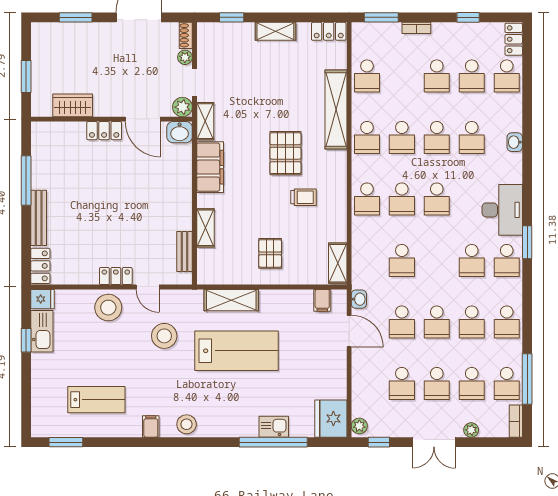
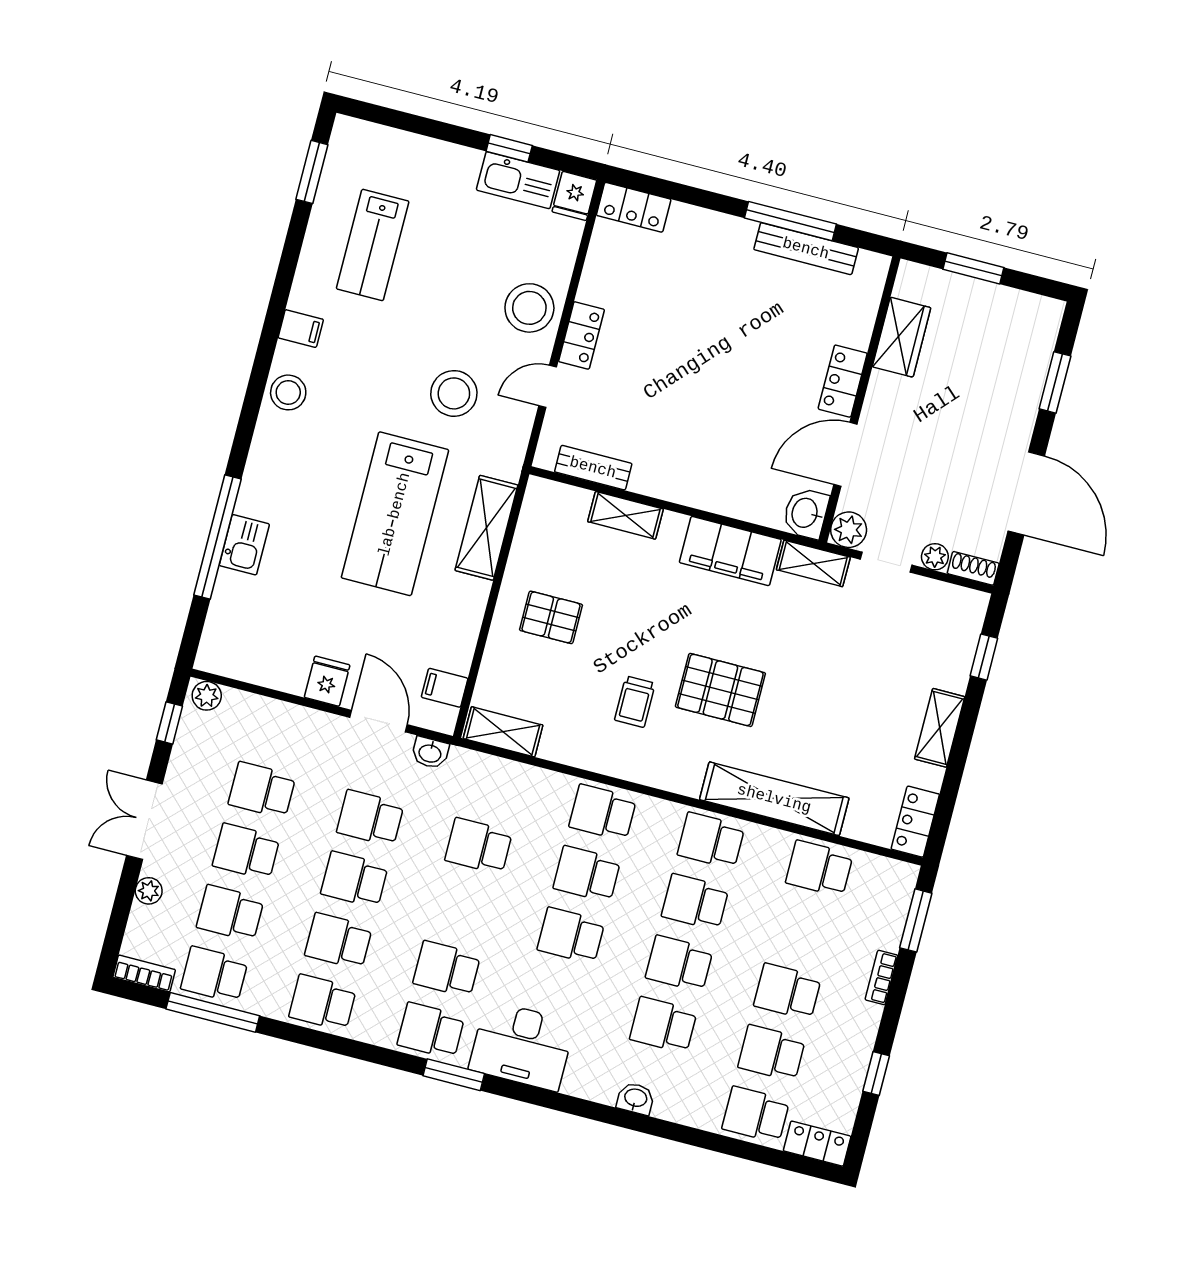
bench: (39, 218) -> (806, 249), moved
door: (349, 331) -> (379, 721), swing flipped
fridge: (331, 419) -> (327, 681), moved, width x0.53, depth x0.75

